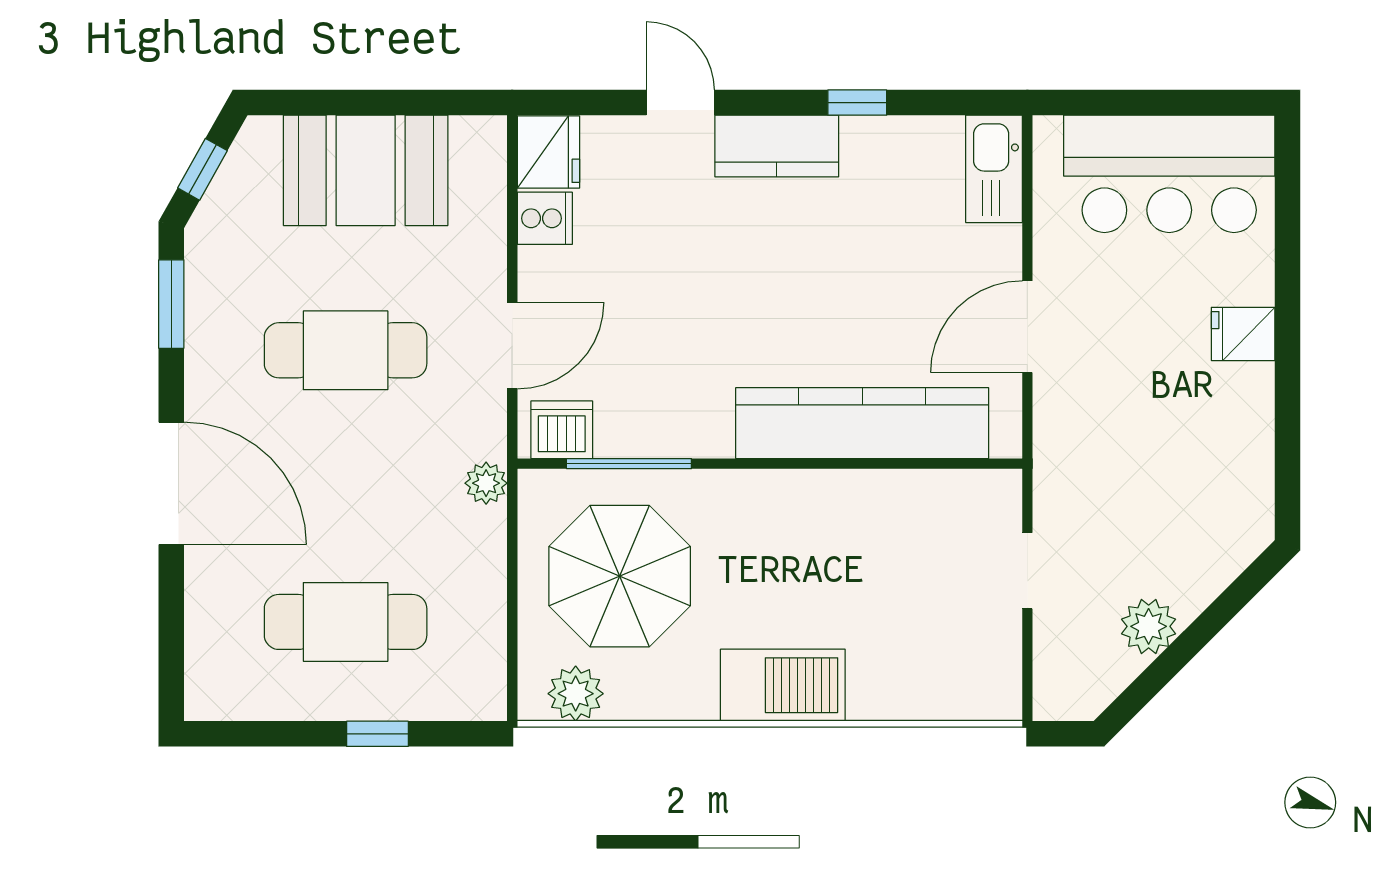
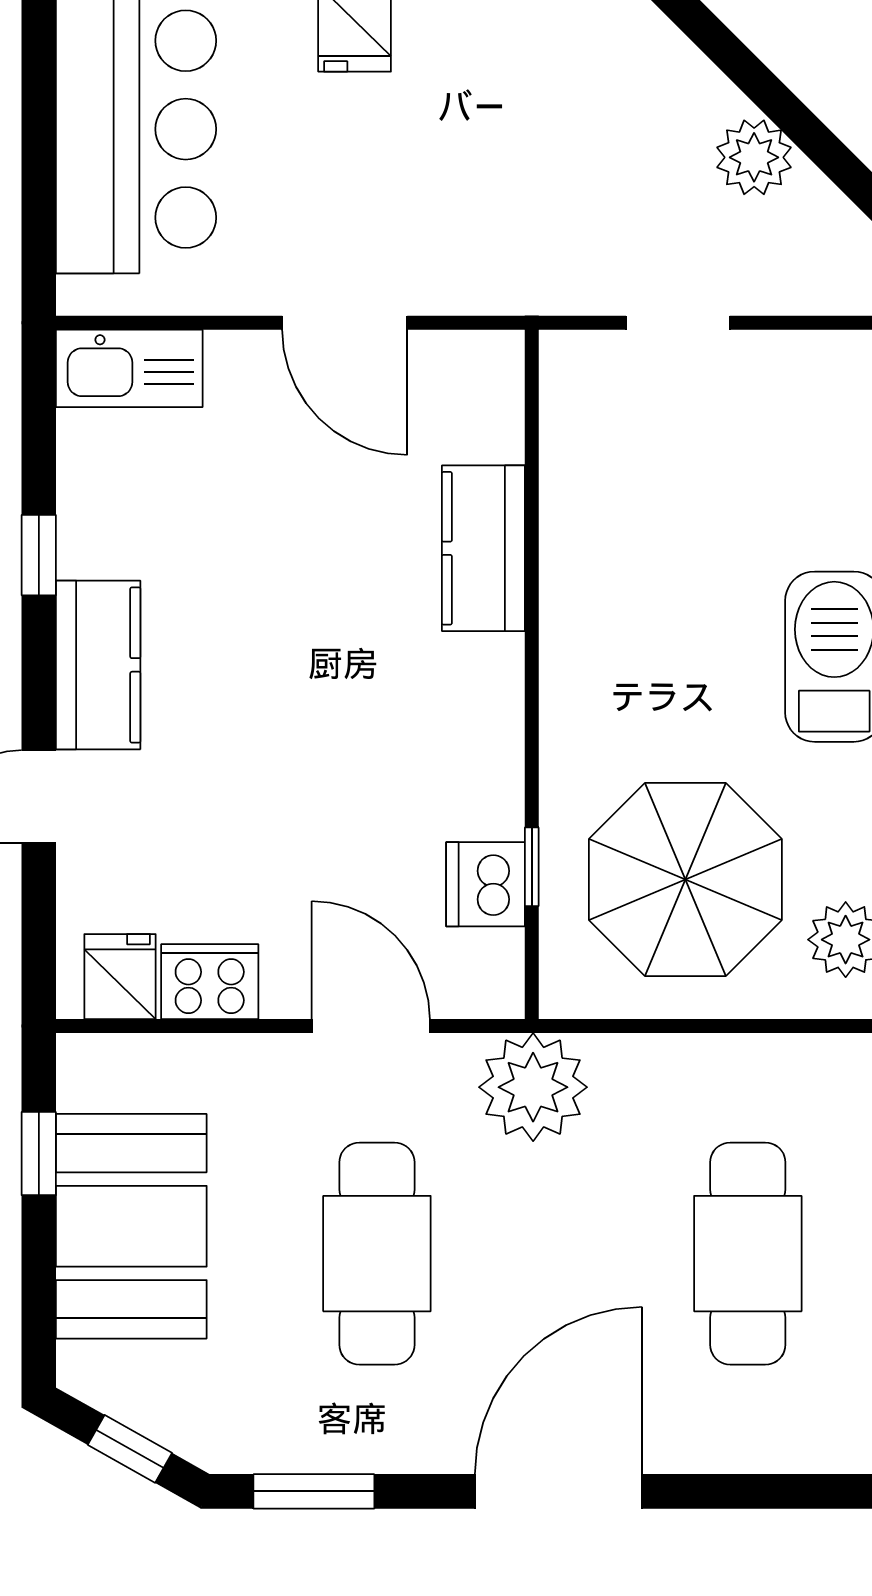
window: (419, 103) -> (39, 1154), added
fridge: (548, 152) -> (120, 977), width x0.72
cooker: (545, 218) -> (210, 982), width x1.36
kitchen counter: (862, 423) -> (483, 548), width x0.48, depth x0.86
dishwasher: (562, 430) -> (485, 884), moved
window: (629, 464) -> (532, 867), width x0.46
plant: (486, 483) -> (533, 1087), width x1.88, depth x1.88

